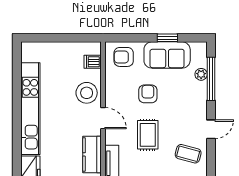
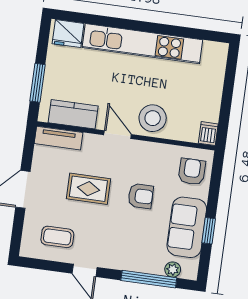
dishwasher: (93, 62) -> (208, 134), moved
plant: (201, 74) -> (173, 270), moved
door: (103, 118) -> (118, 135), swing flipped
coffee table: (188, 154) -> (57, 237), turned 75

